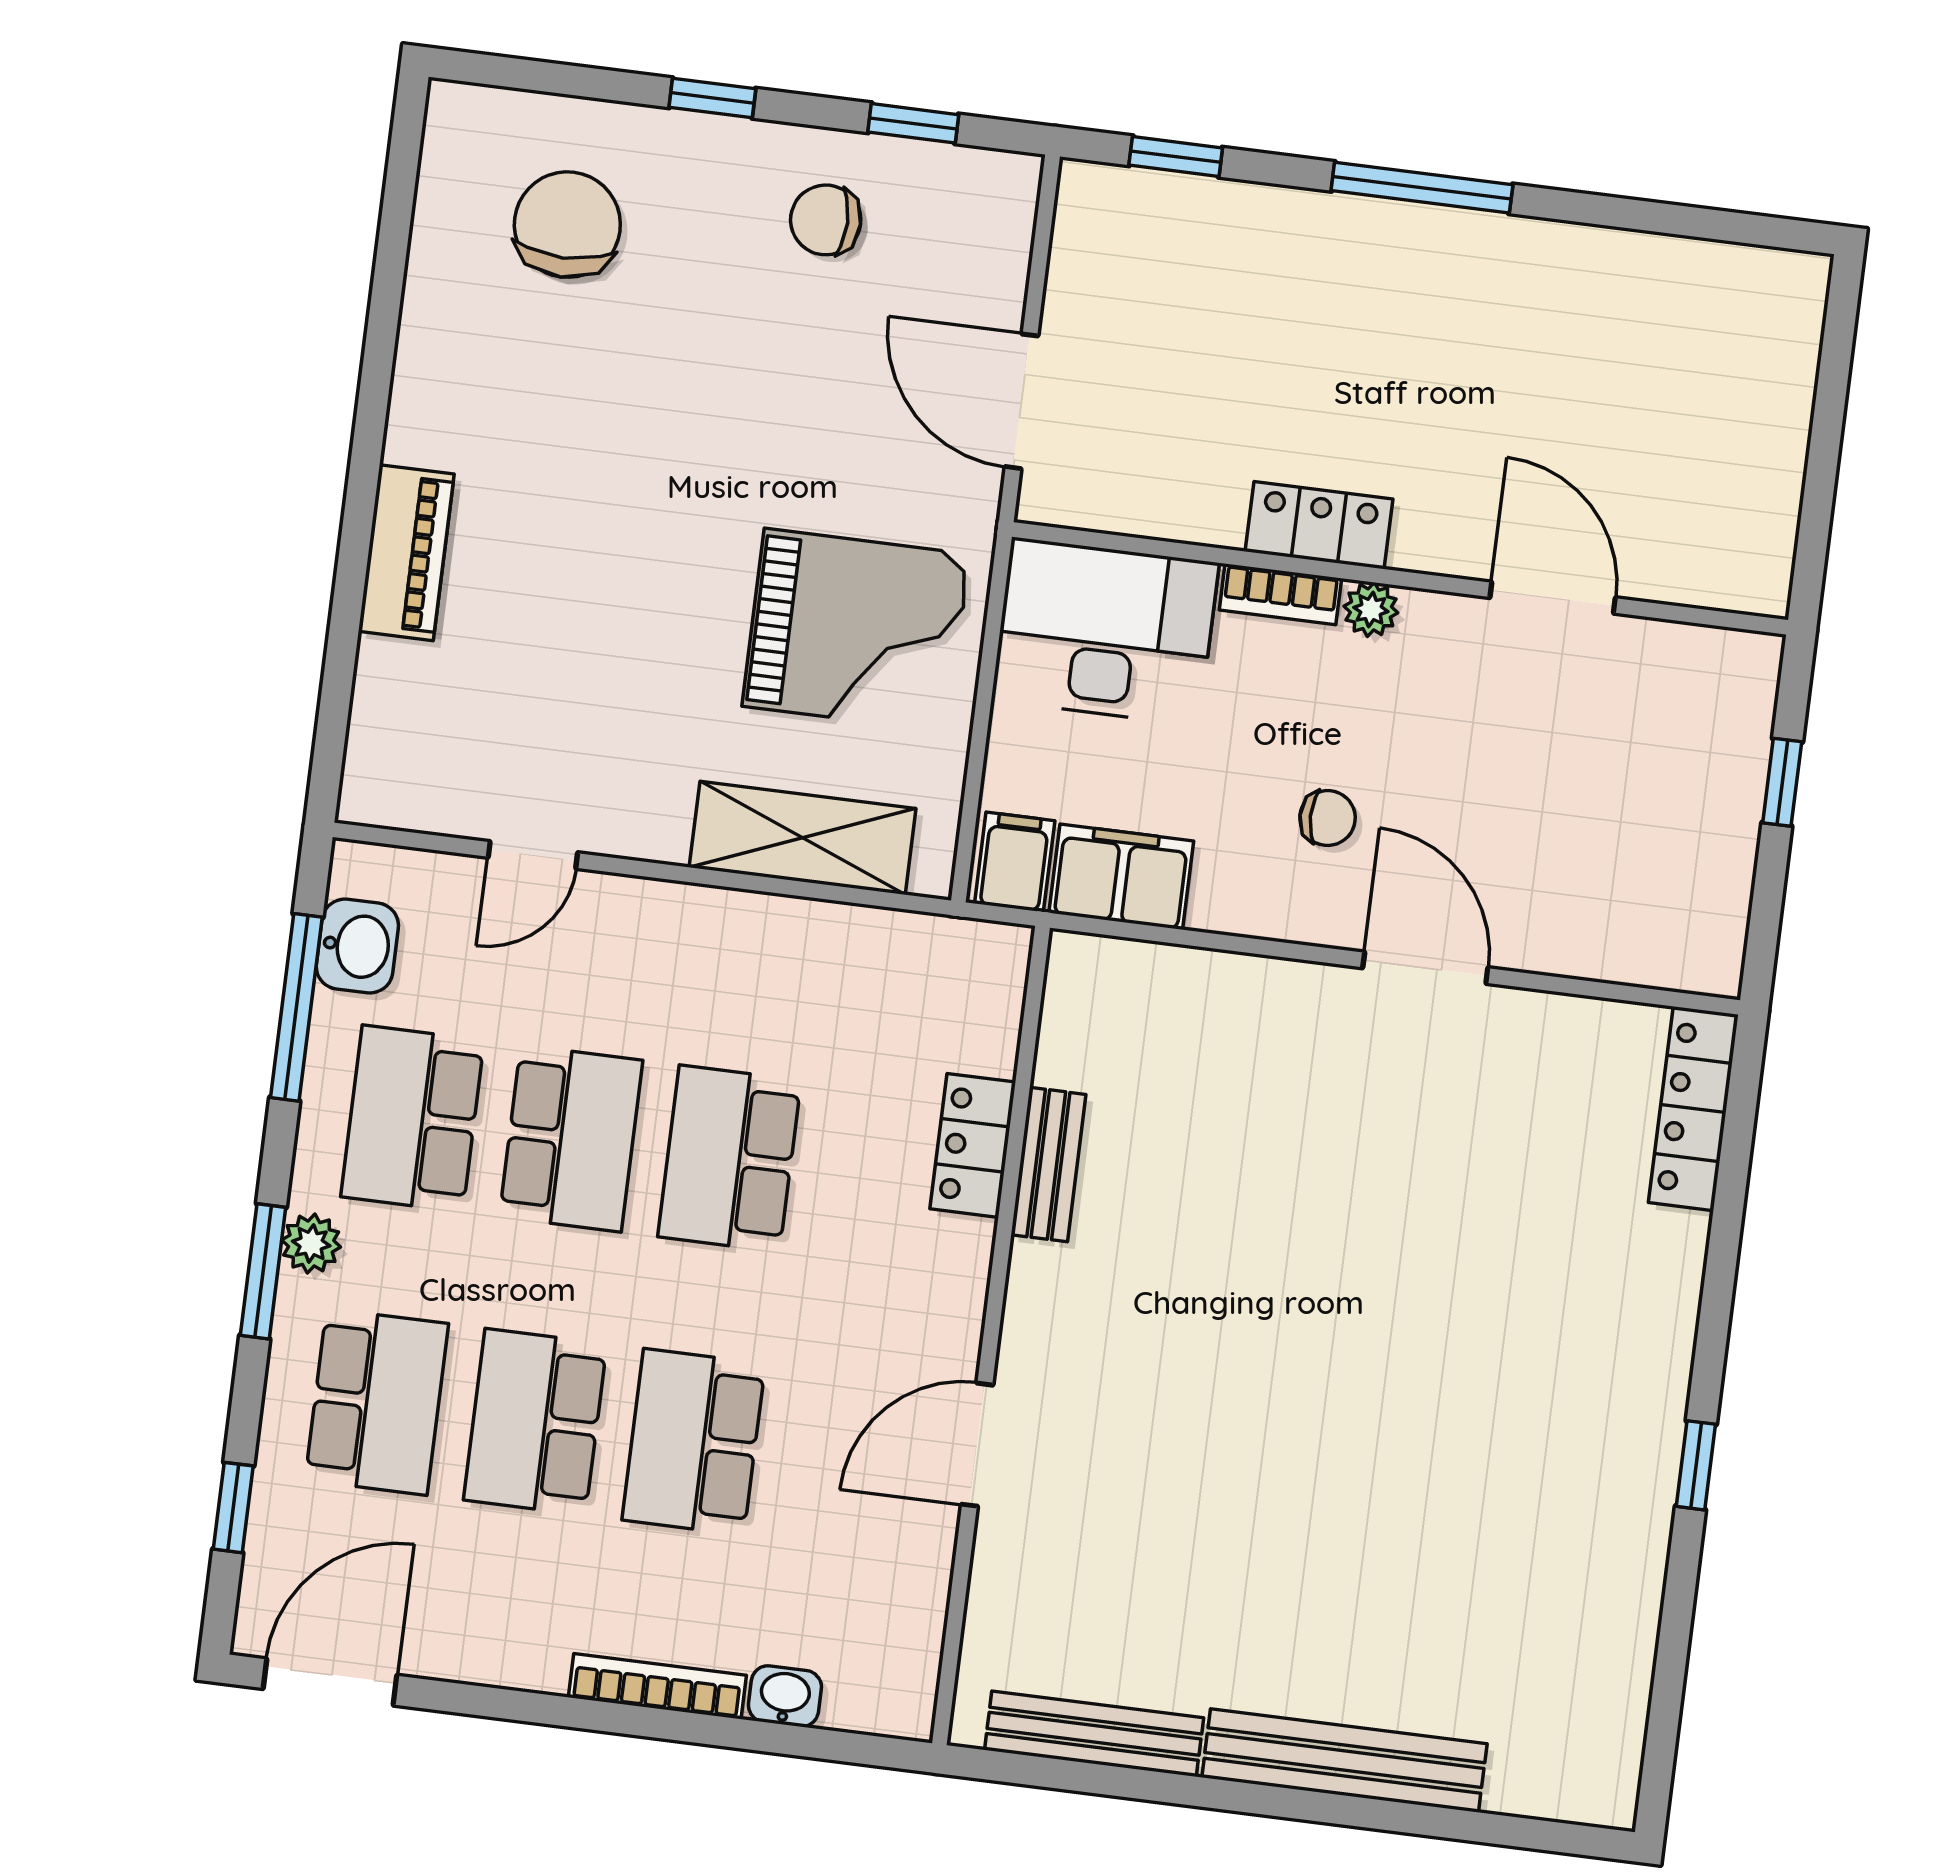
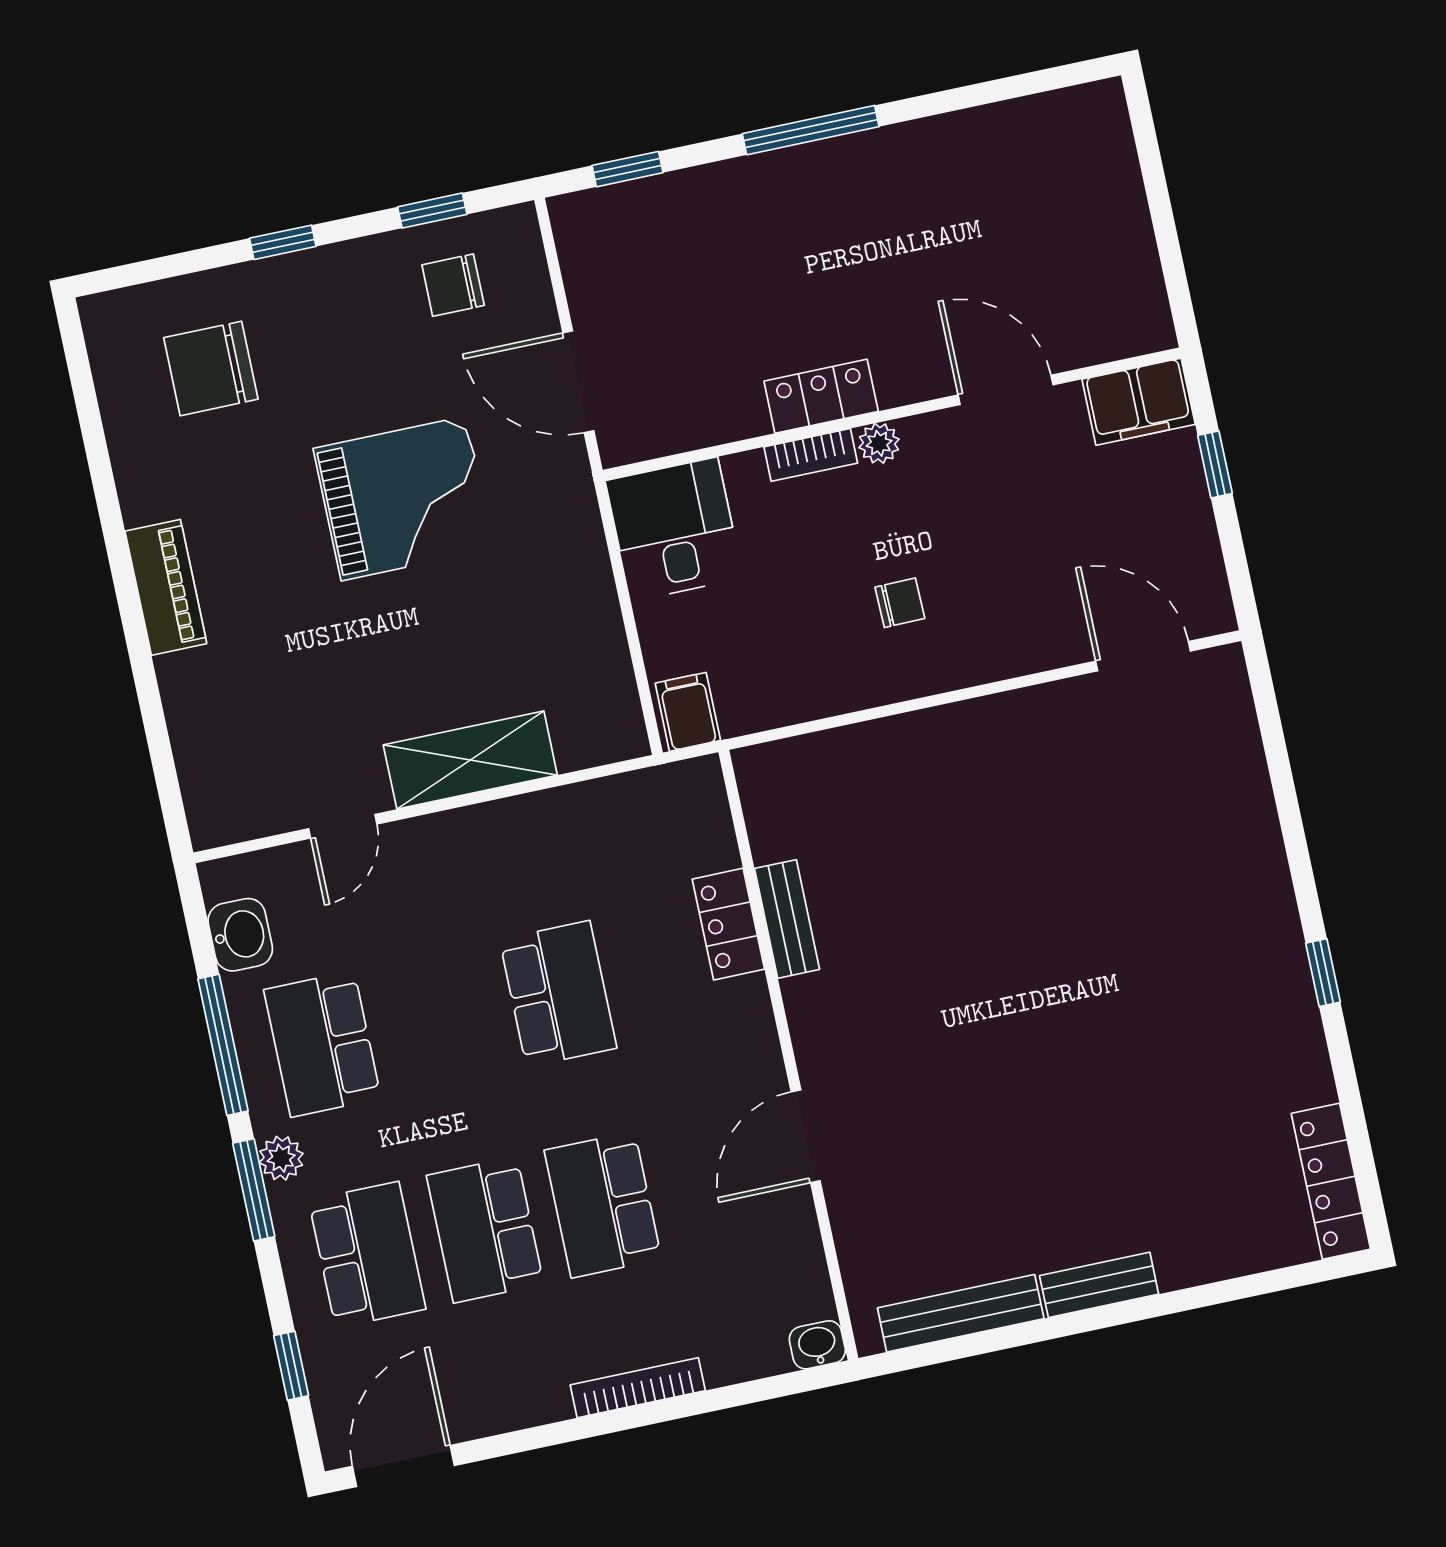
chair: (826, 220) -> (453, 285), moved
chair: (567, 225) -> (211, 368), turned -90
piano: (406, 553) -> (166, 587), moved
grand piano: (856, 630) -> (404, 498), moved
desk: (1105, 631) -> (674, 529), width x0.73
shelving: (803, 838) -> (470, 760), moved
filing cabinet: (1121, 877) -> (1139, 402), moved, turned 180
door: (1425, 968) -> (1143, 656), moved
window: (296, 1007) -> (223, 1045), moved
locker: (1693, 1109) -> (1331, 1181), moved
school desk: (571, 1138) -> (440, 1019), removed
school desk: (729, 1159) -> (558, 994), turned 180
washbasin: (785, 1696) -> (817, 1345), moved
bench: (1344, 1761) -> (1099, 1285), width x0.54, depth x0.82

